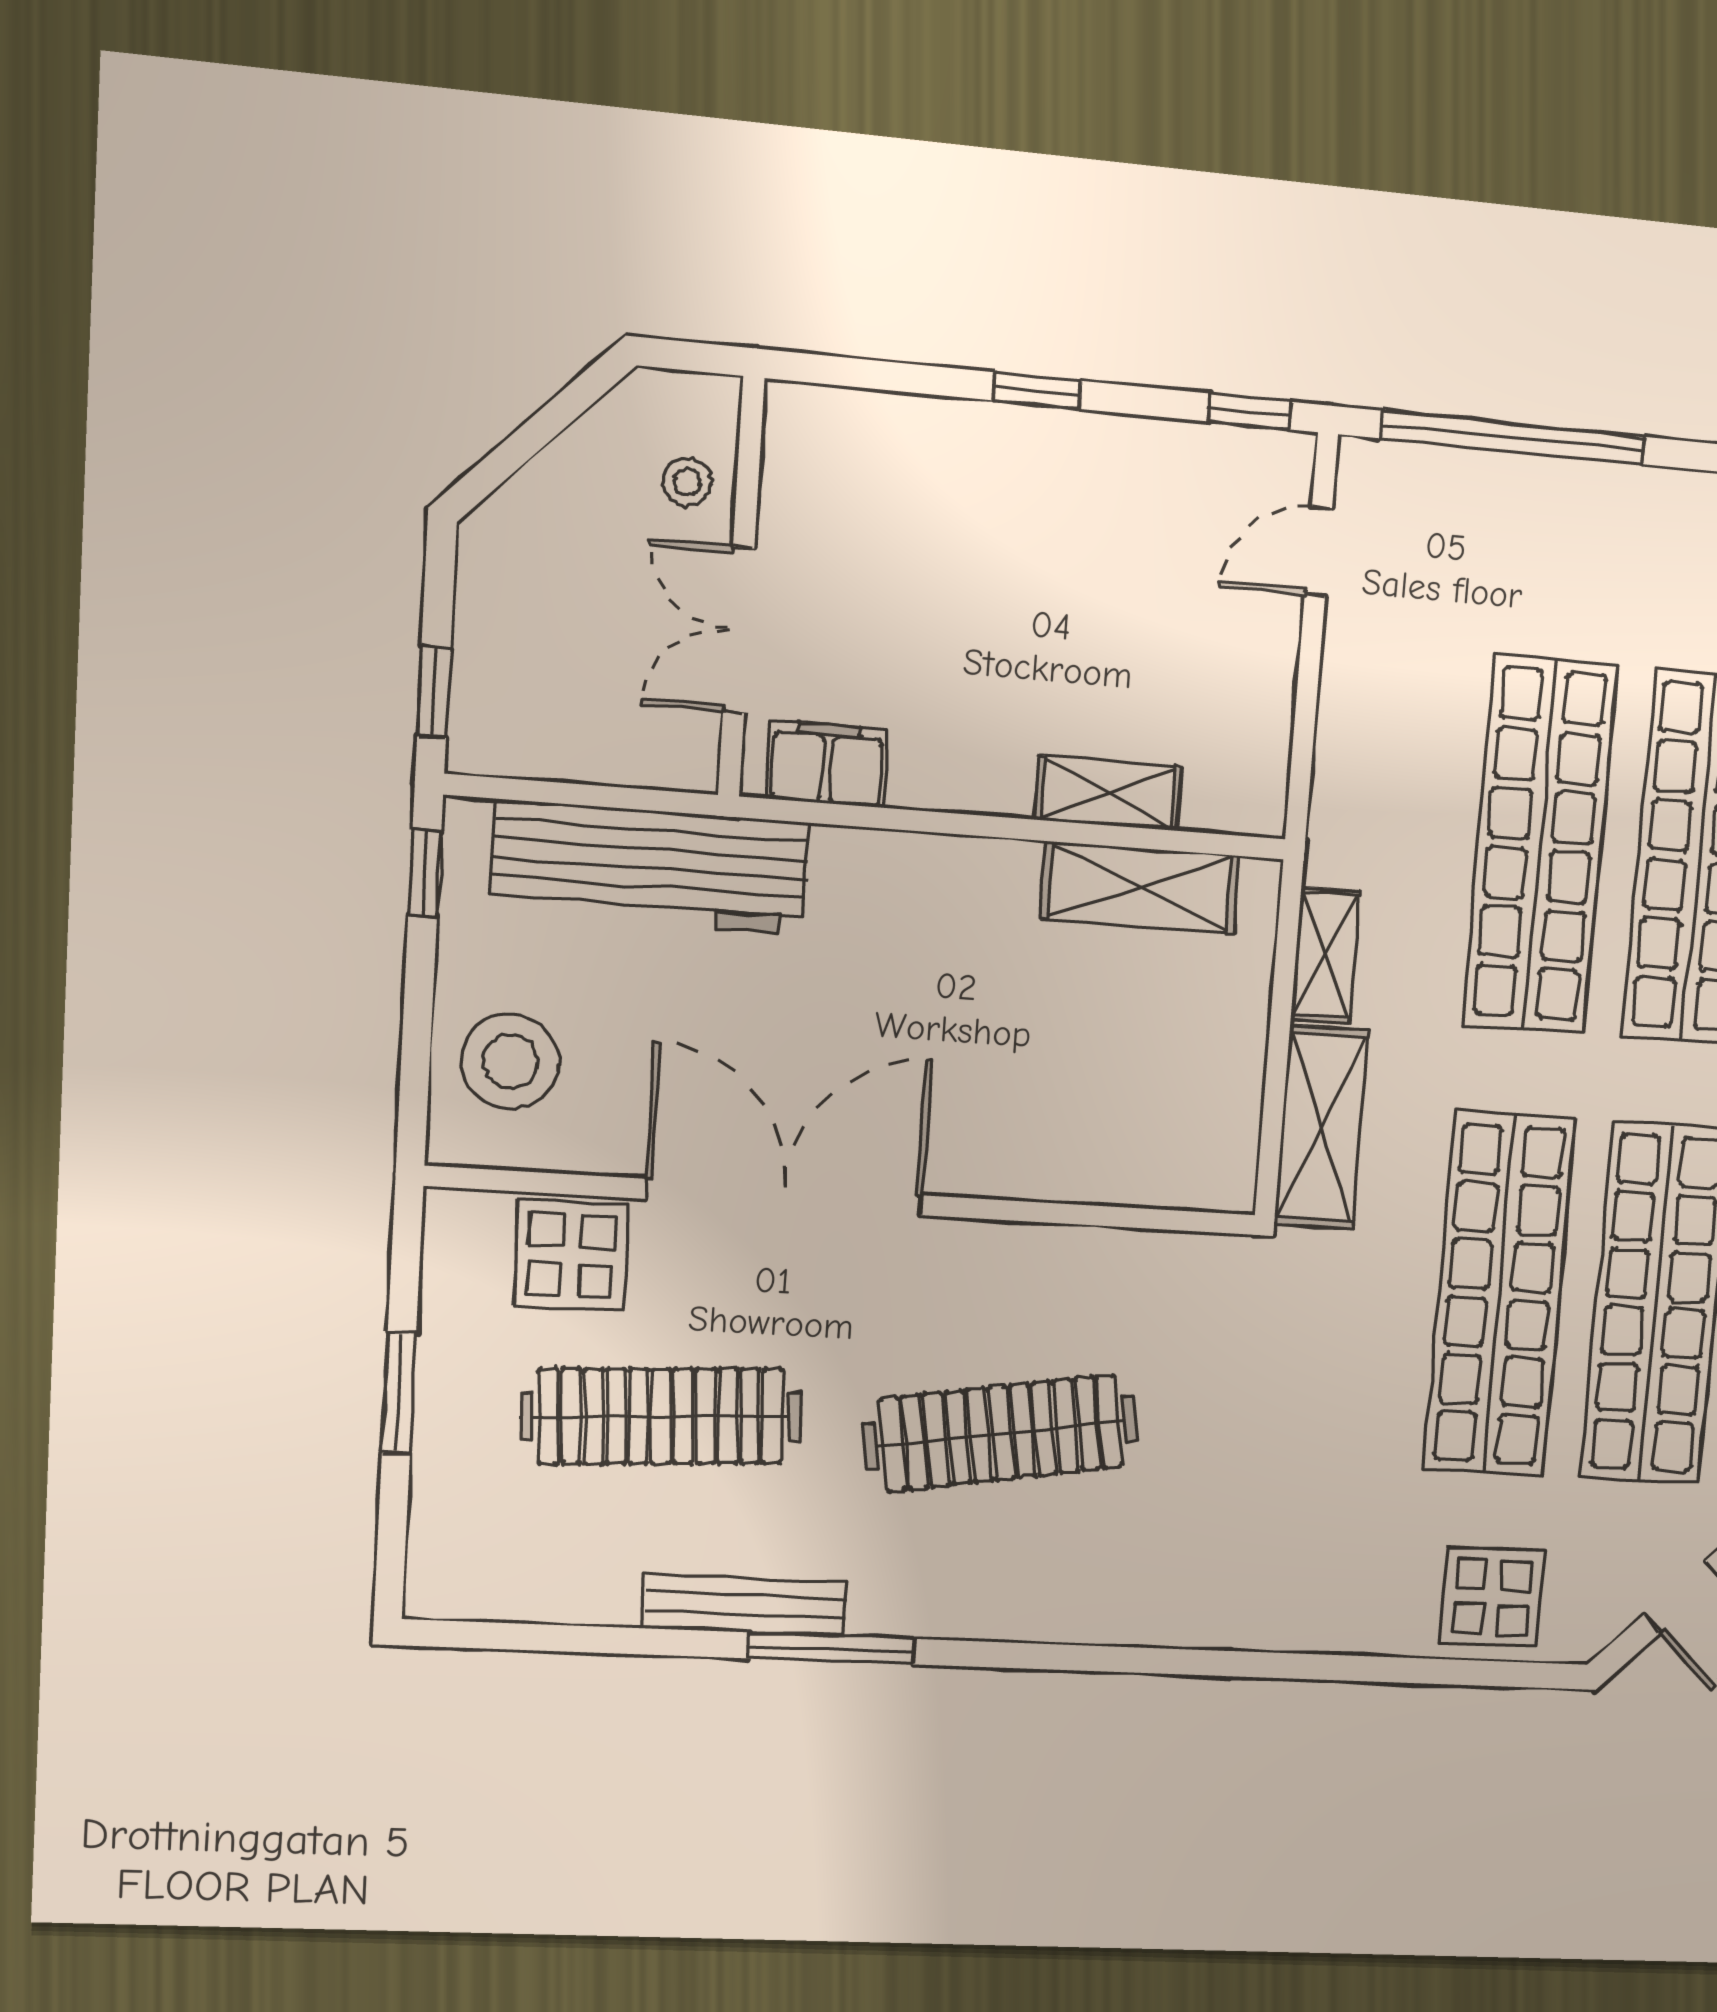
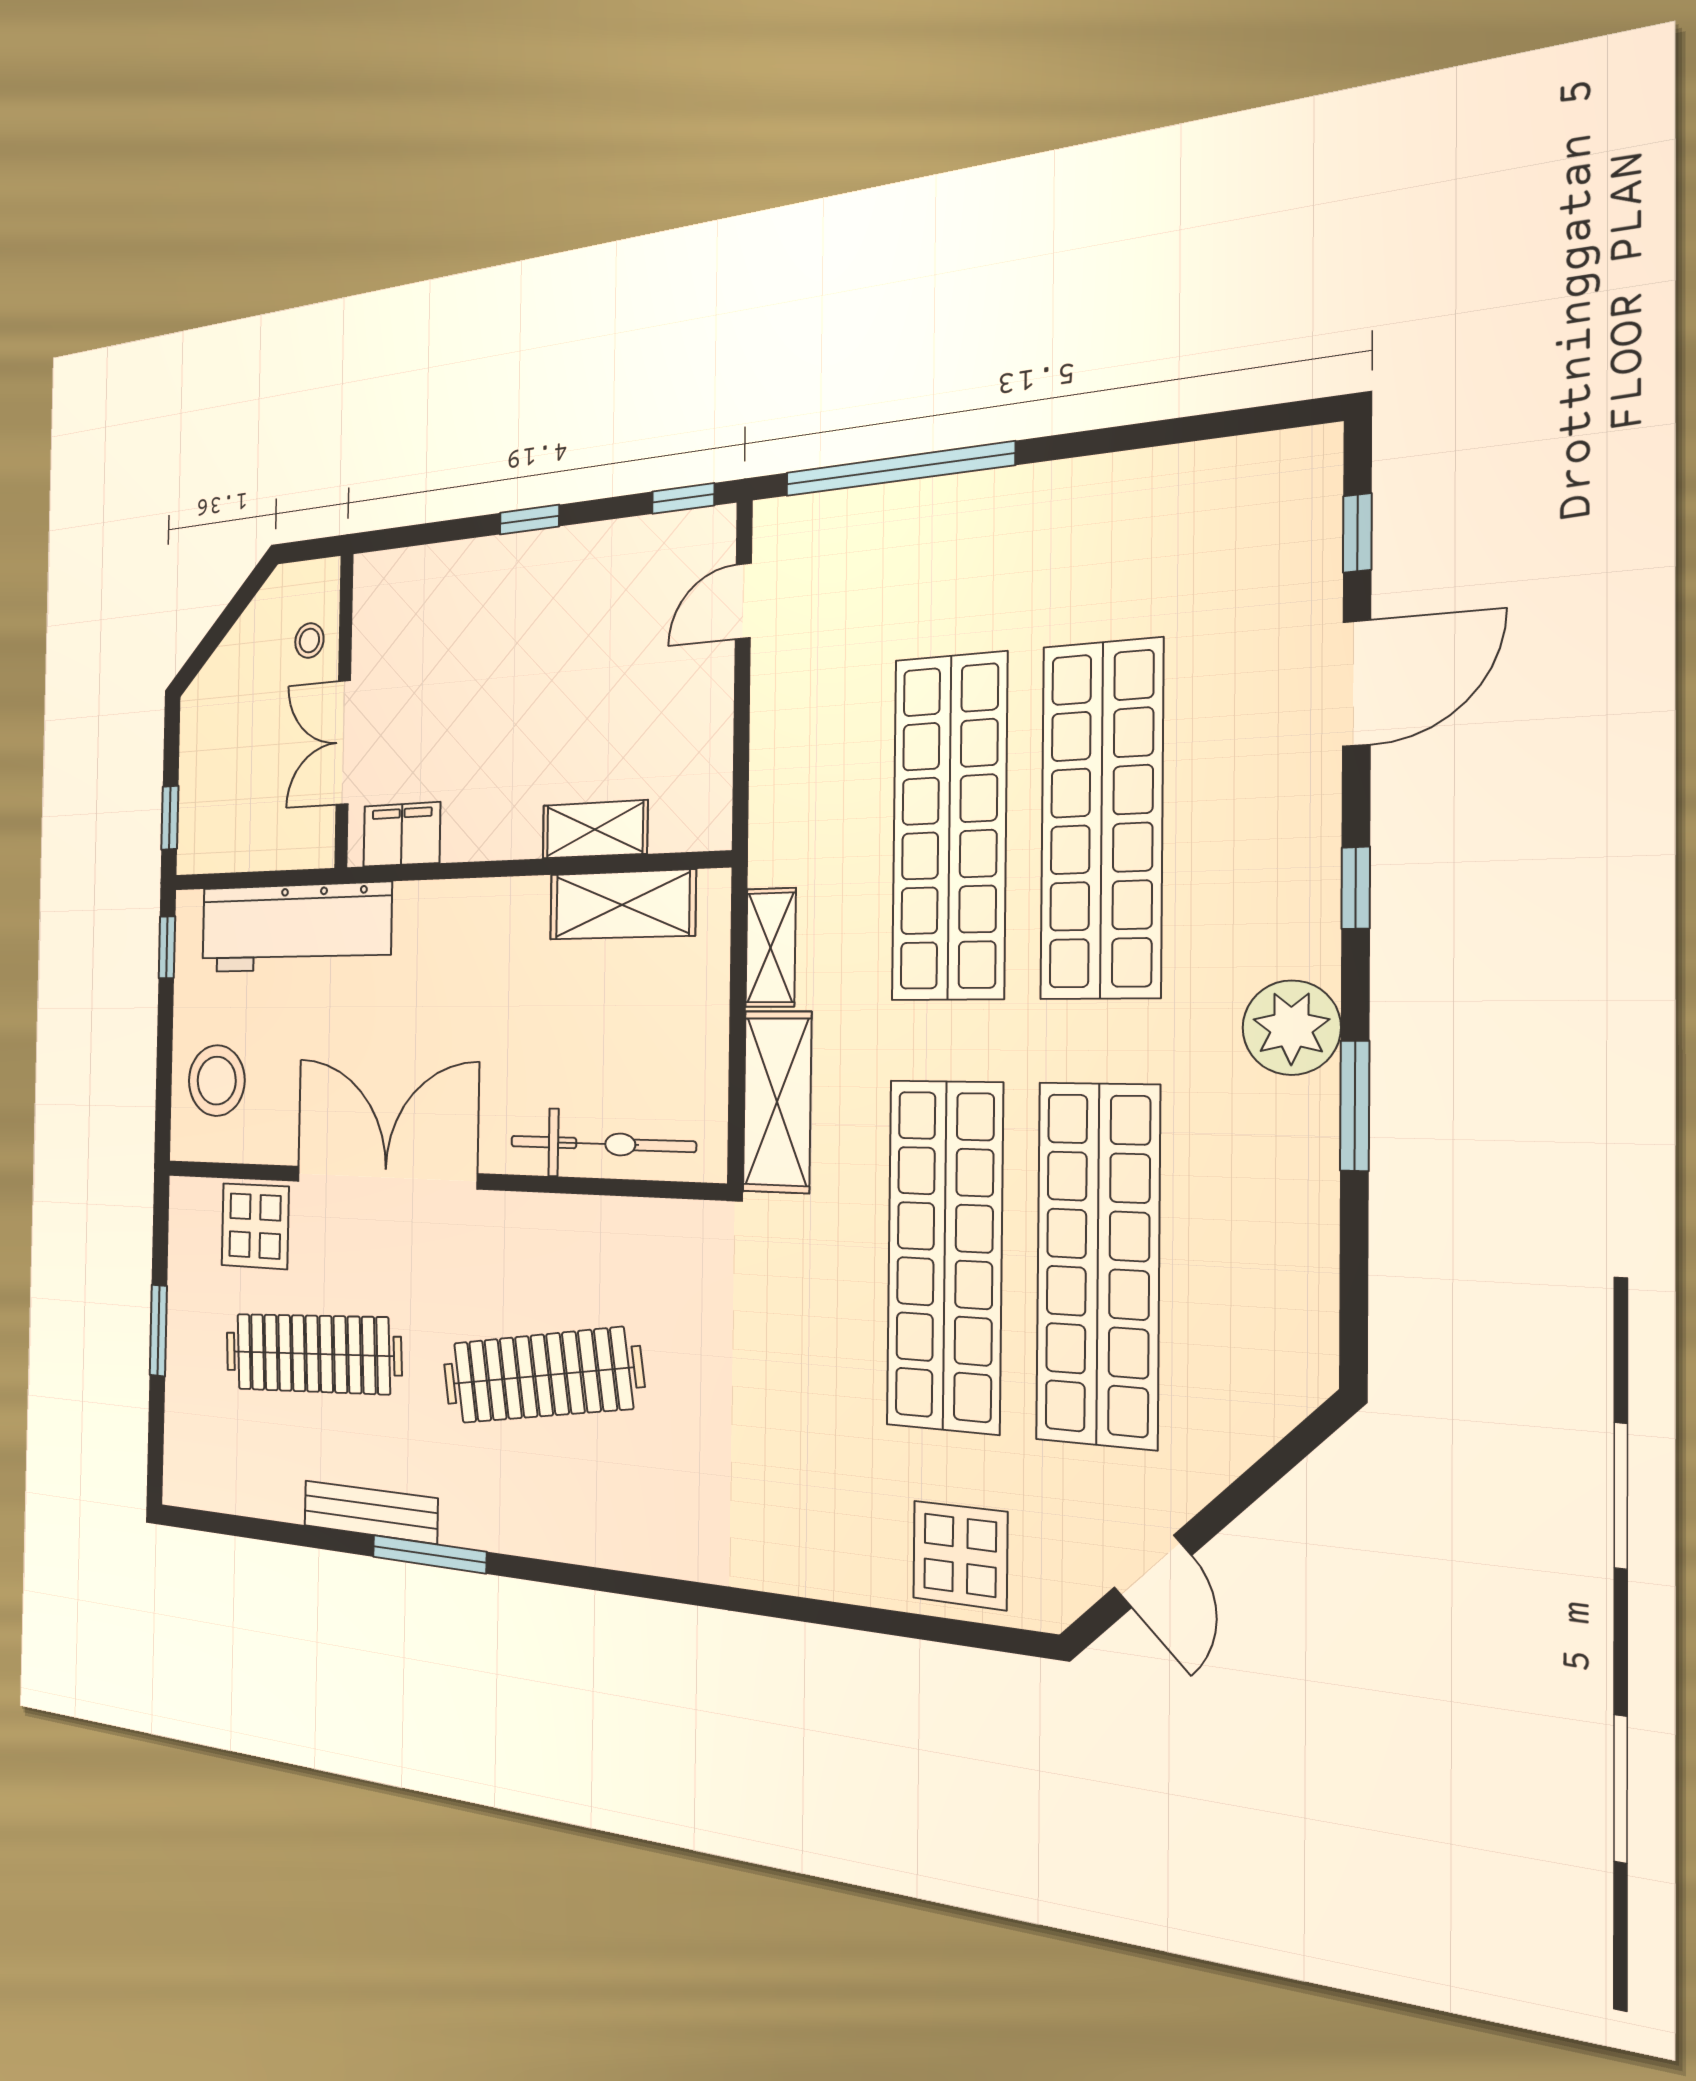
bicycle: (1097, 1166) -> (602, 1144), added

